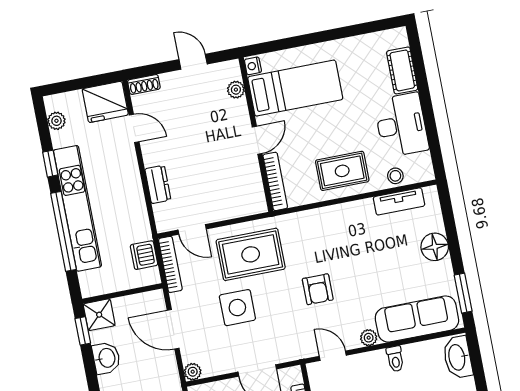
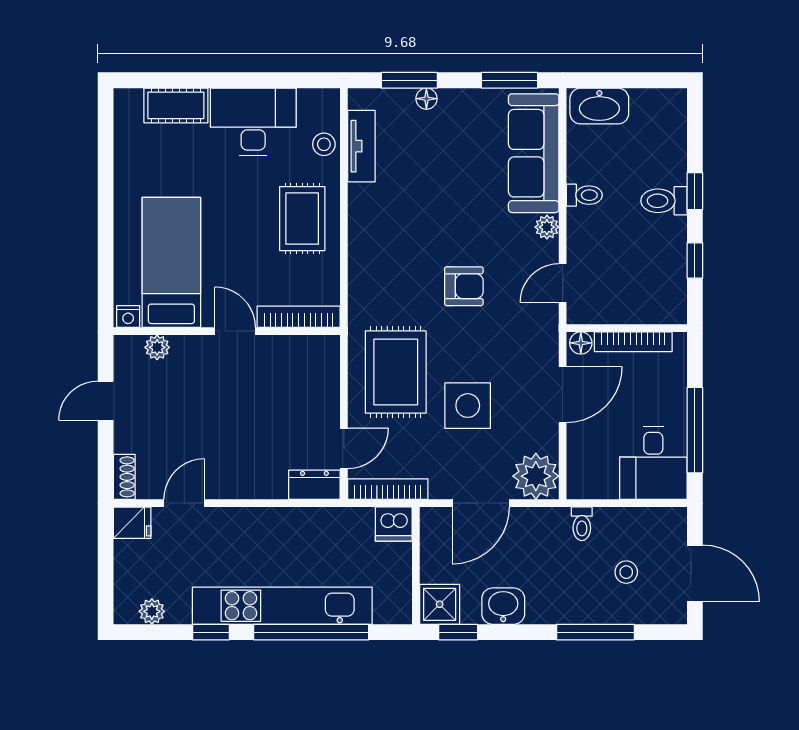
fridge: (105, 102) -> (132, 523), width x0.53, depth x0.75
dresser: (158, 184) -> (314, 485), moved
window: (450, 225) -> (409, 80), added
floor lamp: (435, 247) -> (426, 99), width x0.53, depth x0.53
dishwasher: (144, 255) -> (394, 524), moved
plant: (193, 372) -> (536, 476), width x1.88, depth x1.88
floor lamp: (295, 376) -> (581, 343), added

